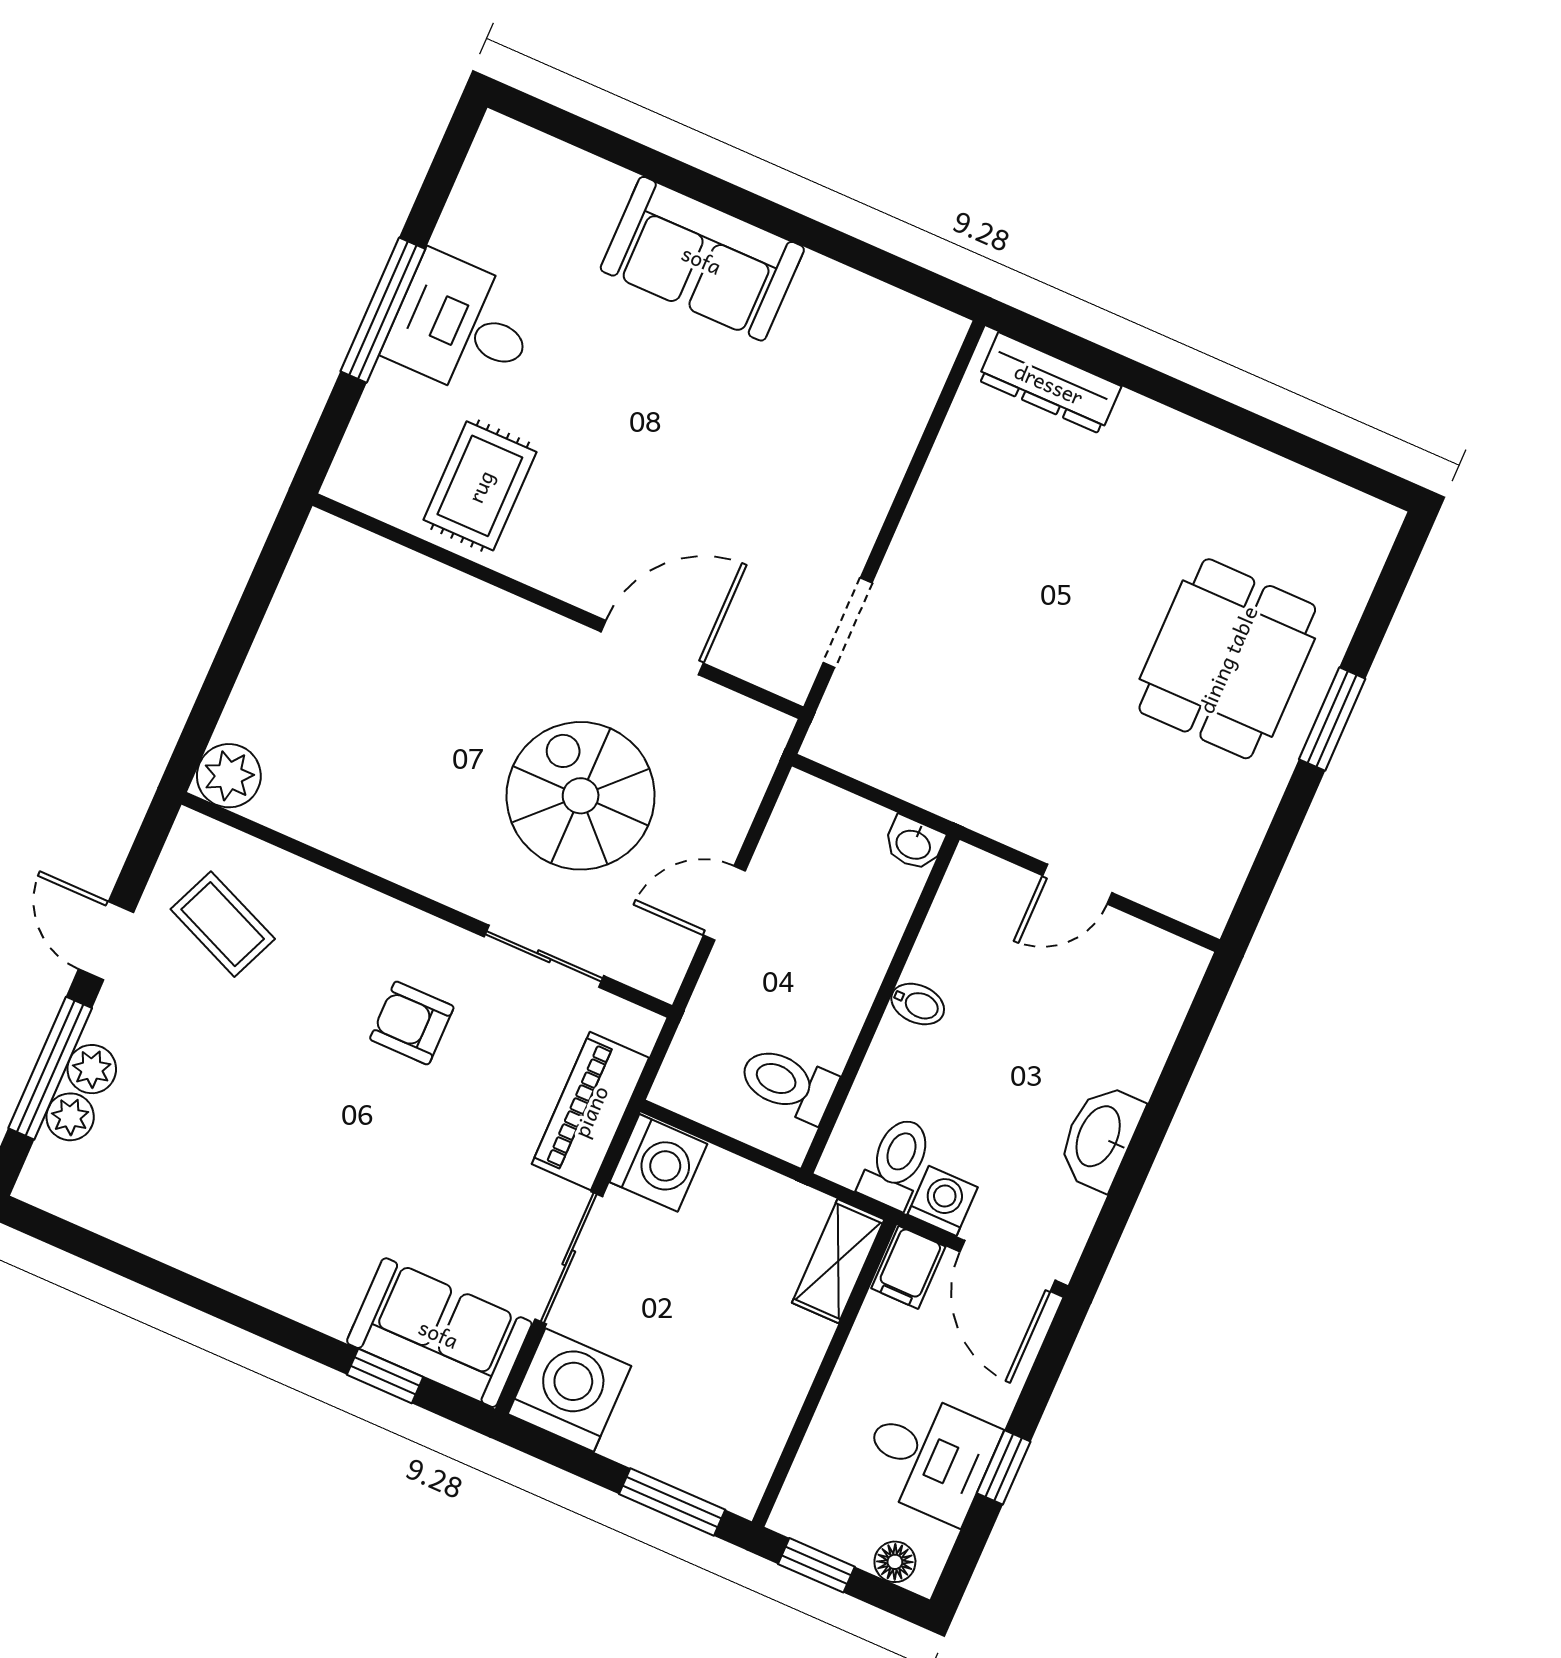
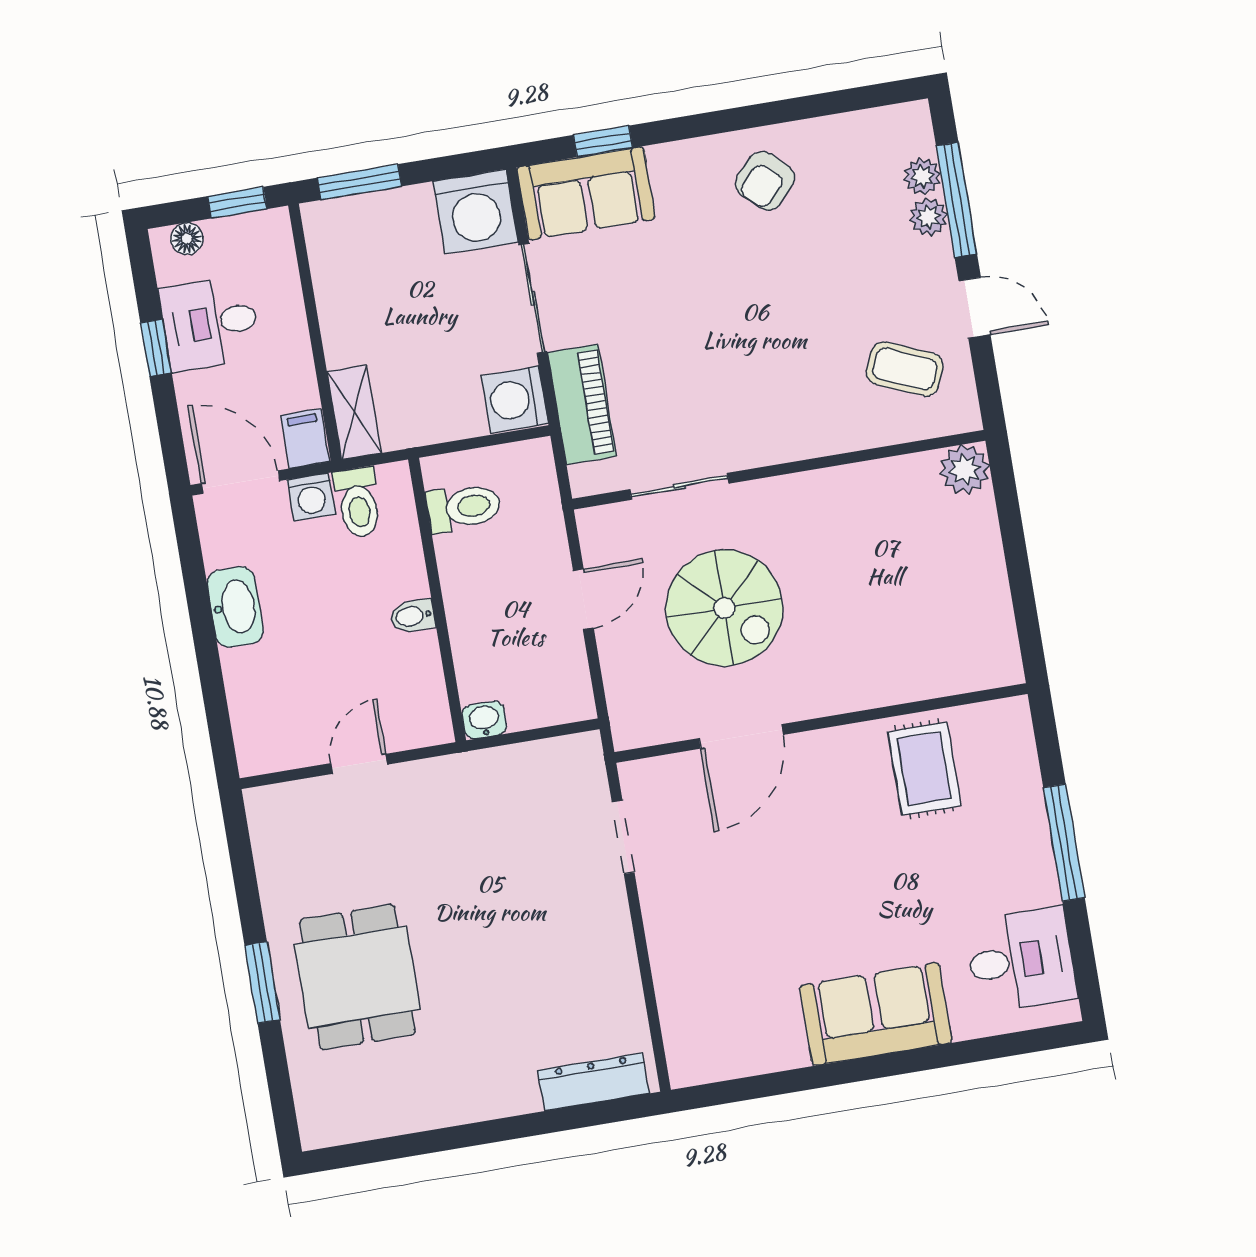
desk: (462, 326) -> (1021, 960), moved
armchair: (412, 1023) -> (765, 181), moved, turned 133

